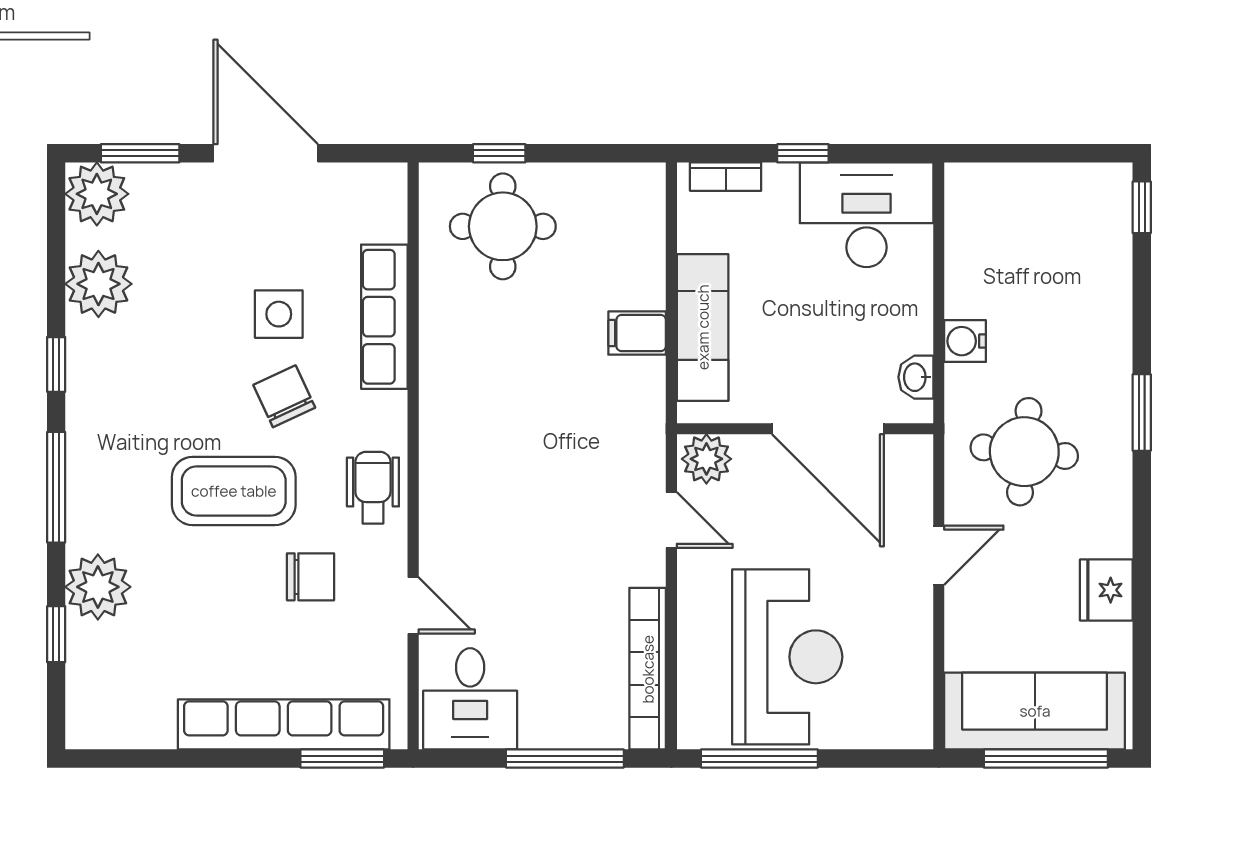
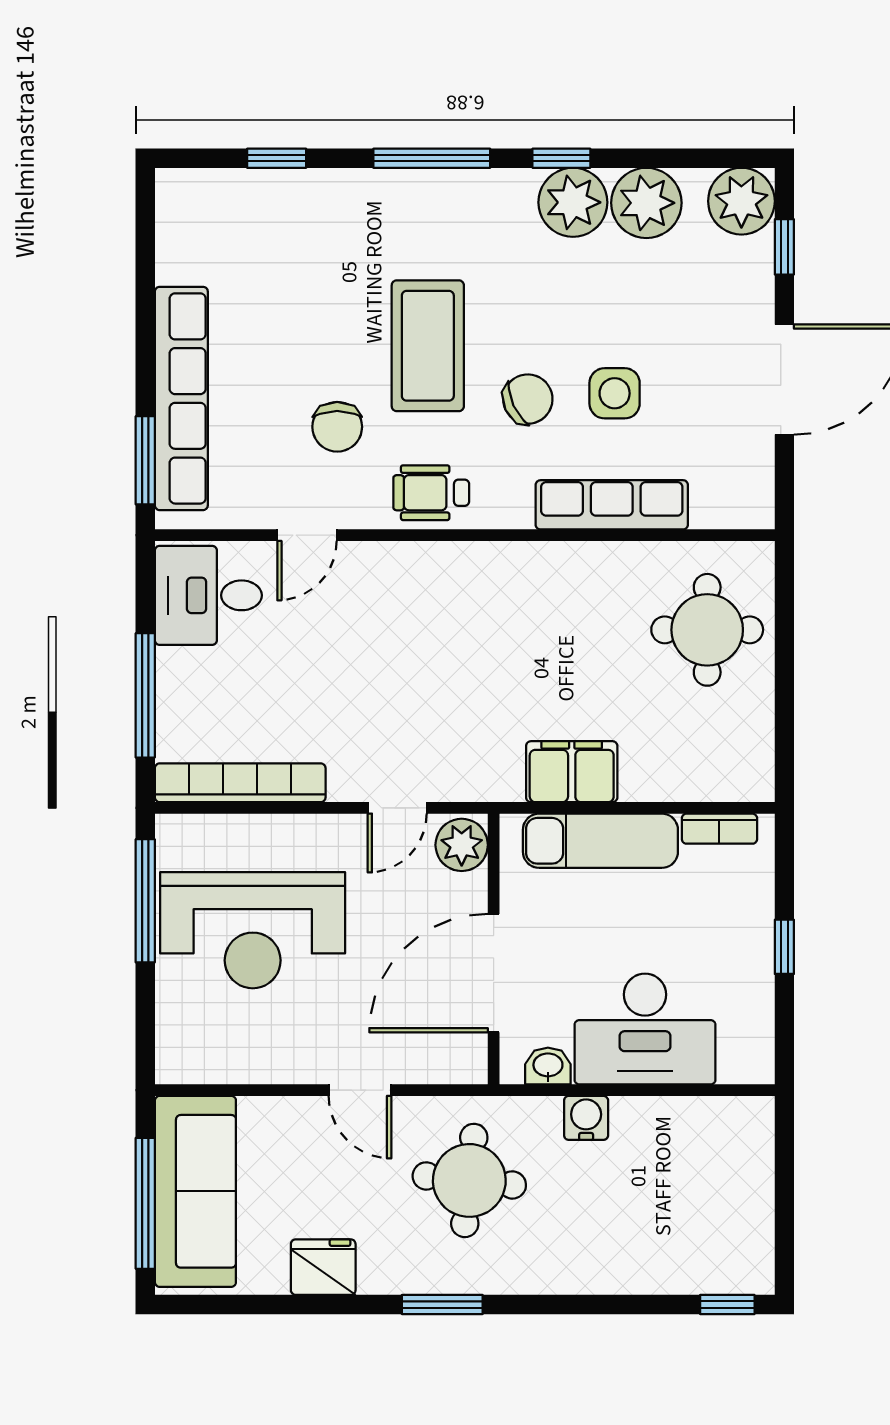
window: (140, 153) -> (784, 247), width x0.67
window: (499, 153) -> (784, 626), removed
bookcase: (726, 177) -> (719, 829), moved, turned -90
desk: (867, 215) -> (645, 1029), moved, turned 90
filing cabinet: (637, 333) -> (572, 772), width x2.00
window: (1142, 412) -> (442, 1304), moved
wheelchair: (373, 488) -> (431, 493), turned 180
plant: (98, 587) -> (573, 202), moved

